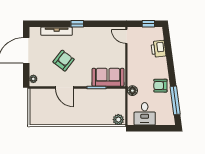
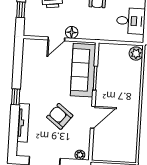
door: (126, 36) -> (56, 39), moved
sofa: (108, 77) -> (83, 70), width x1.36
floor lamp: (132, 91) -> (72, 32), moved

